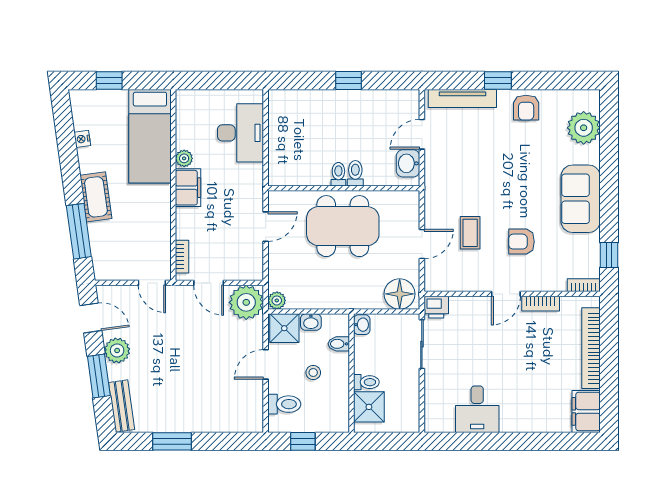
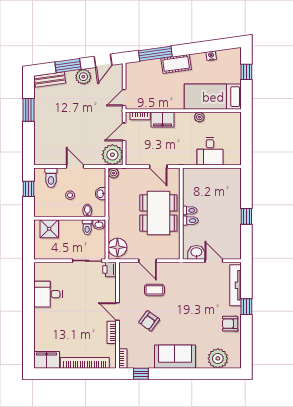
desk: (241, 133) -> (210, 151), width x0.73
filing cabinet: (188, 188) -> (163, 120), moved
armchair: (521, 242) -> (149, 321), turned -144
shower: (284, 328) -> (97, 178), removed
toilet: (366, 382) -> (87, 227), moved

